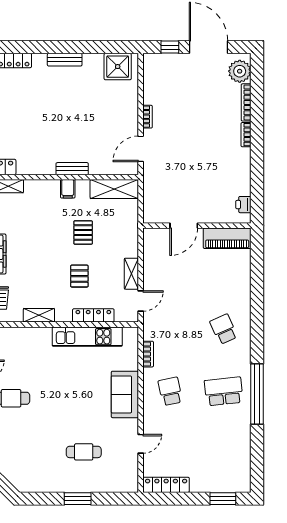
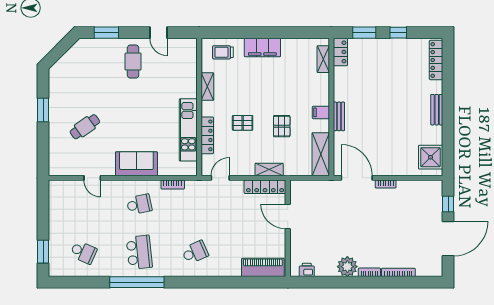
plant: (240, 71) -> (347, 267), moved
door: (141, 149) -> (357, 178), width x1.36
pallet: (83, 232) -> (282, 126), turned 90
piano: (227, 238) -> (263, 267), moved, turned 90
shelving: (131, 274) -> (269, 170), moved
door: (141, 301) -> (220, 178), swing flipped
cafe table: (84, 452) -> (85, 127), turned 55
school desk: (224, 454) -> (83, 252), added
locker: (166, 485) -> (265, 187), moved, turned 90
window: (78, 499) -> (43, 110), moved

